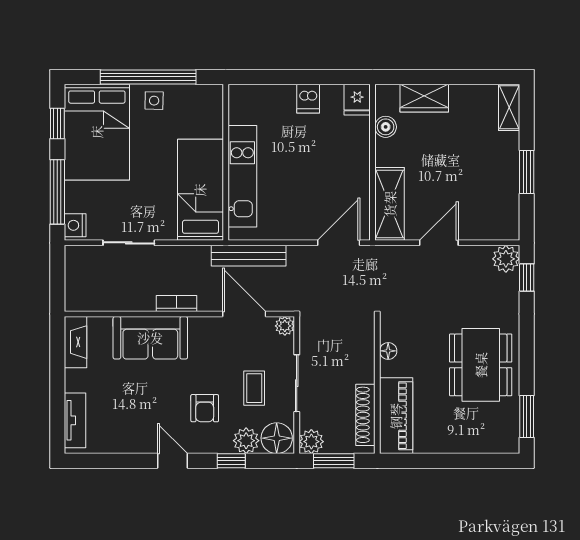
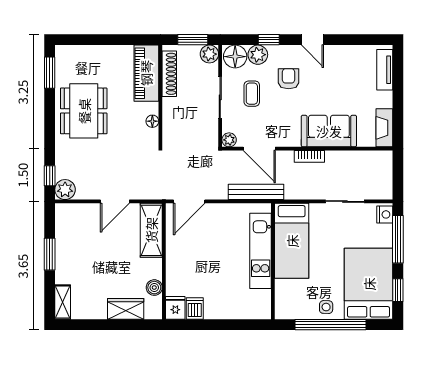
dishwasher: (308, 99) -> (195, 308), moved

